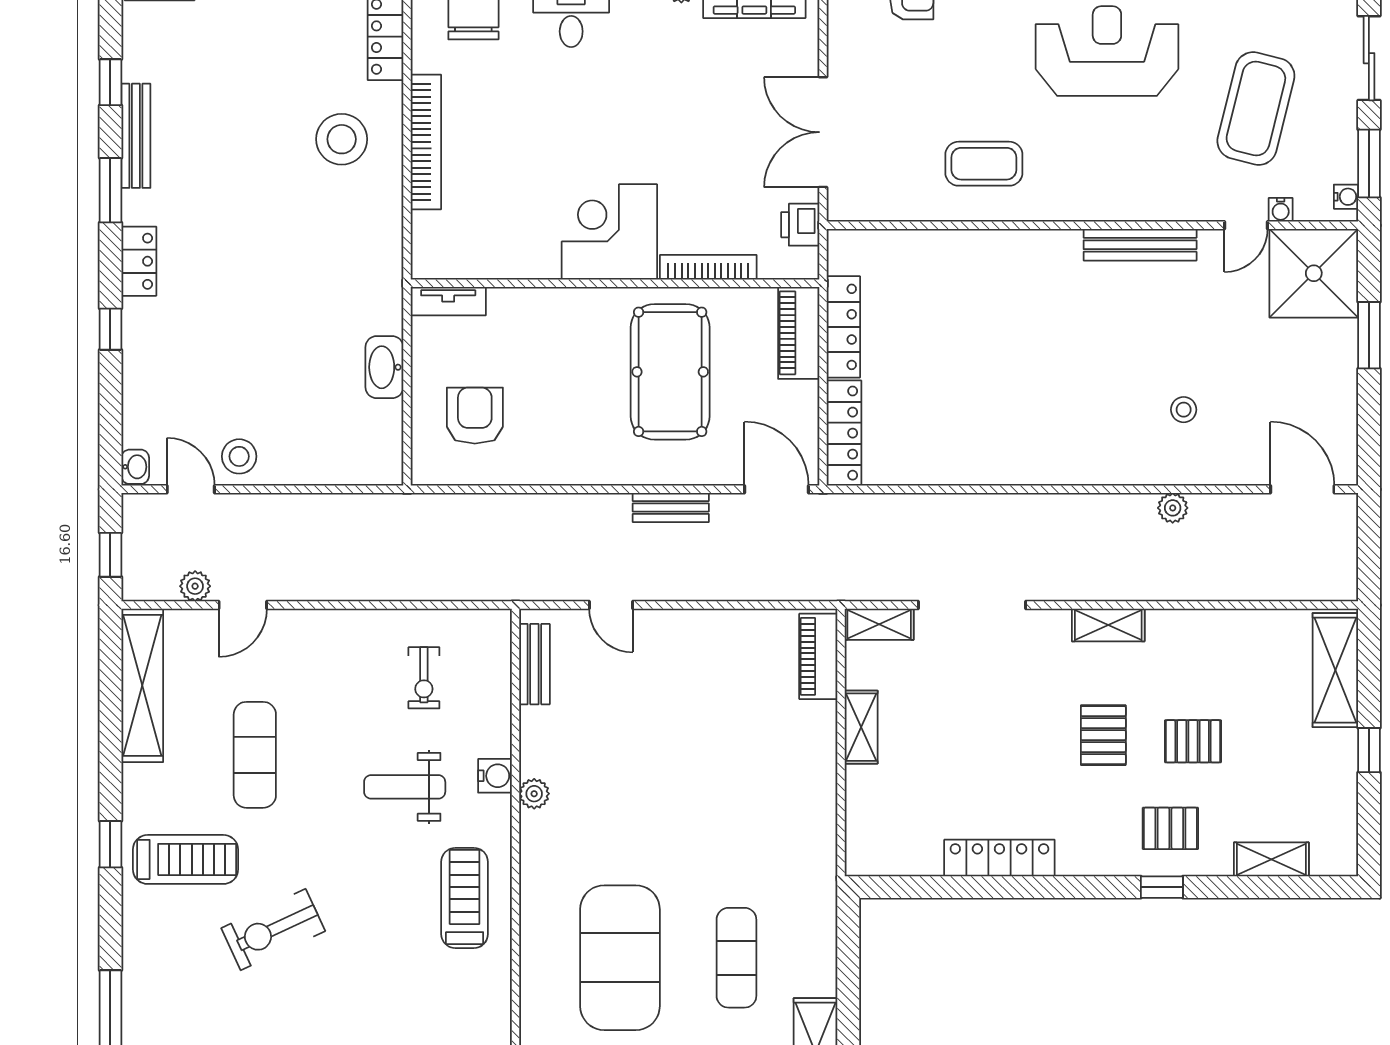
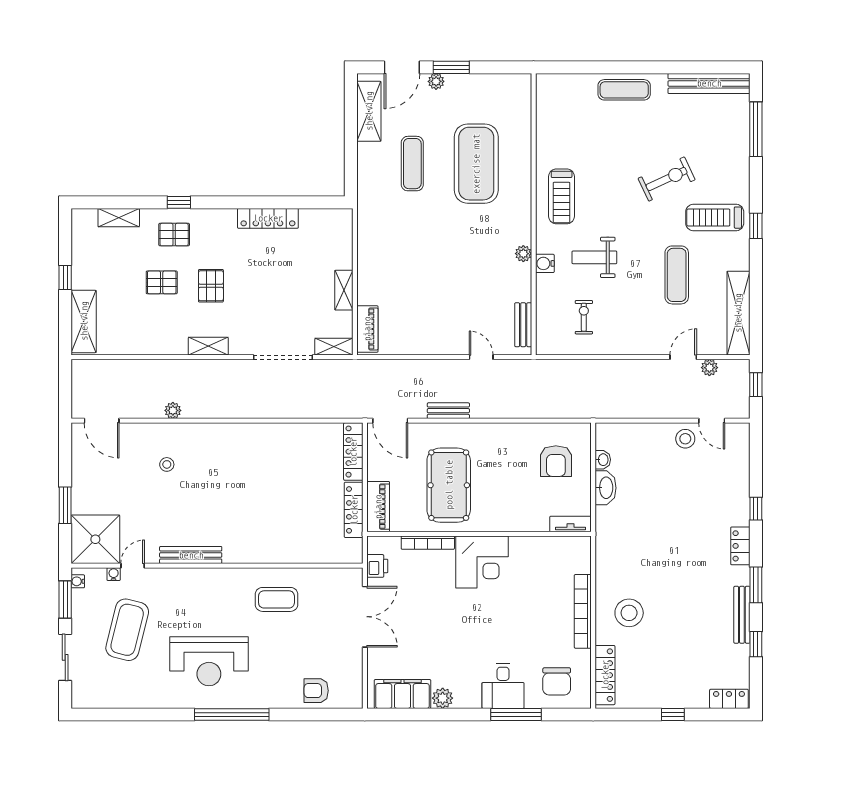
washbasin: (135, 467) -> (603, 460), moved, turned 180
weight bench: (405, 787) -> (594, 257), turned 180

